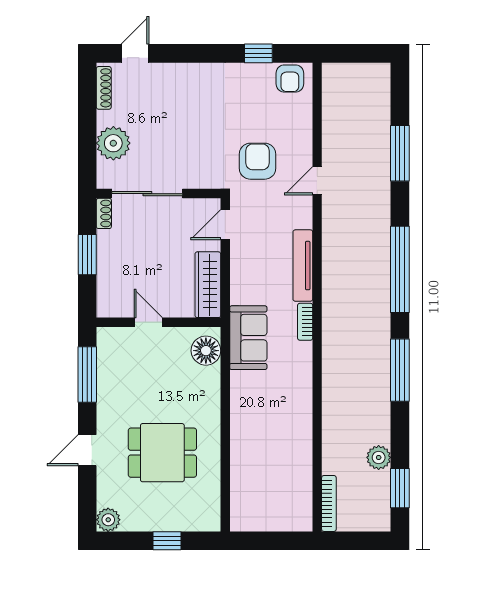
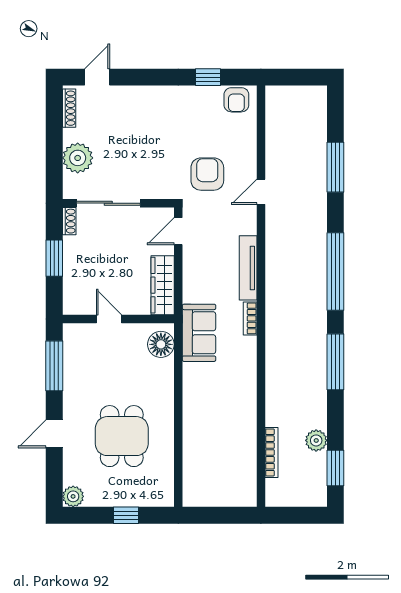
dining table: (162, 453) -> (122, 436), turned 90
bookcase: (329, 503) -> (271, 452), moved

